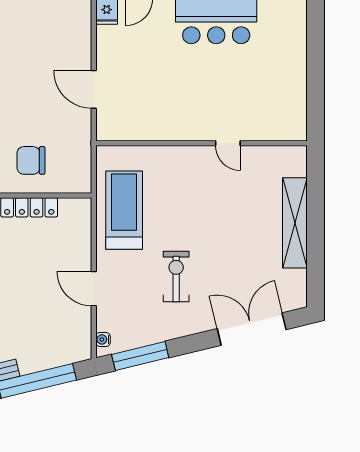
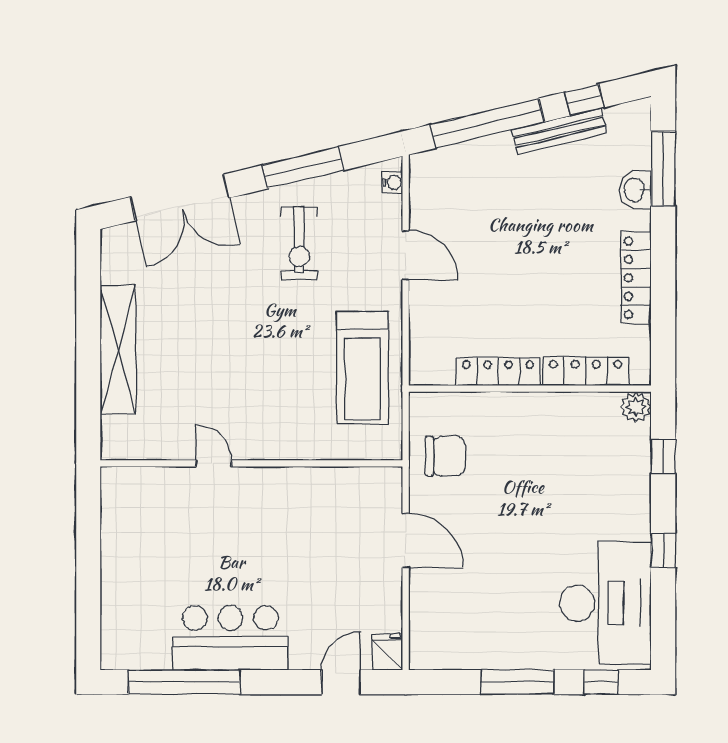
chair: (31, 160) -> (445, 456), moved
exercise bike: (176, 277) -> (299, 243), moved
window: (140, 356) -> (303, 168), moved

